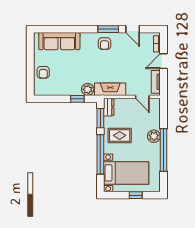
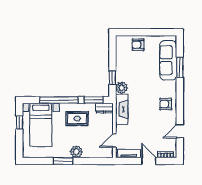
window: (108, 29) -> (180, 68), moved
rug: (120, 135) -> (77, 119), turned 90
window: (163, 150) -> (63, 161), width x0.47
window: (136, 195) -> (19, 122), moved

